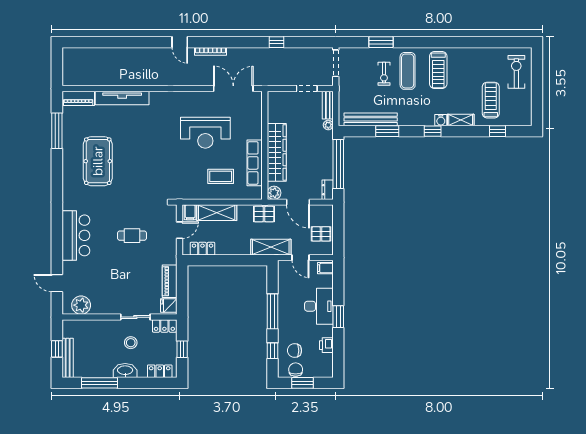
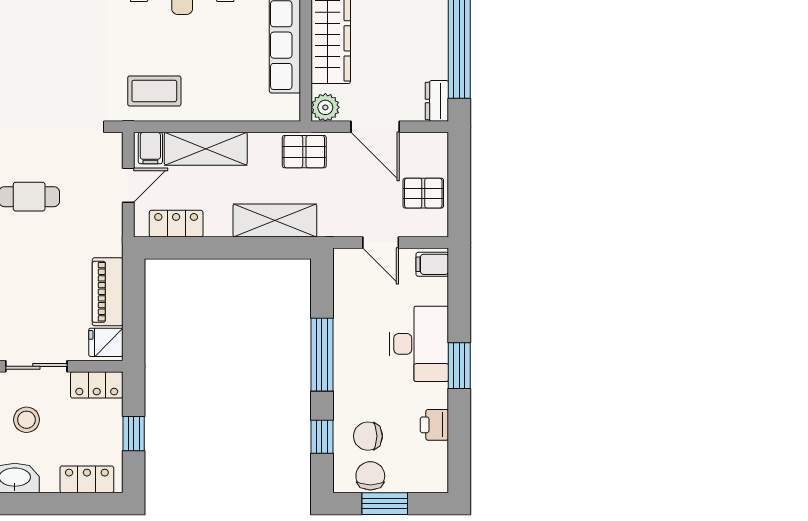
coffee table: (221, 176) -> (154, 91), moved
shelving: (271, 247) -> (275, 221), moved

